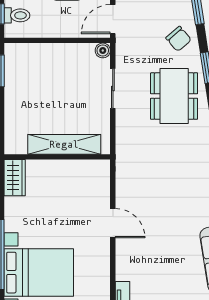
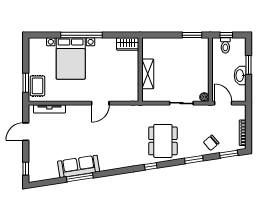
dining table: (174, 96) -> (163, 141), moved, turned 90
shelving: (64, 144) -> (148, 74), width x0.68

